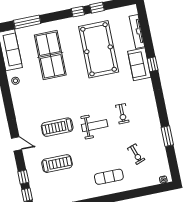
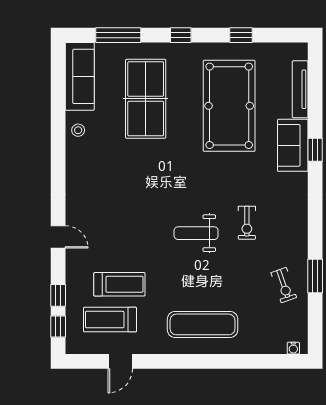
window: (78, 12) -> (181, 35), moved
weight bench: (95, 126) -> (196, 233), turned 180
treadmill: (57, 127) -> (110, 320), moved
exercise bike: (136, 154) -> (284, 285), moved
exercise mat: (109, 177) -> (203, 324), width x1.36, depth x1.45

